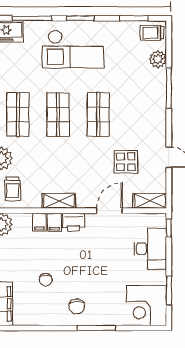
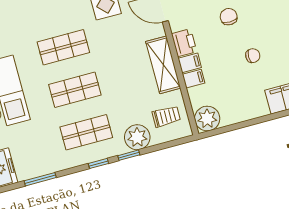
shelving: (59, 201) -> (163, 65), width x1.50, depth x1.33
chair: (77, 306) -> (229, 17), moved, turned -90

